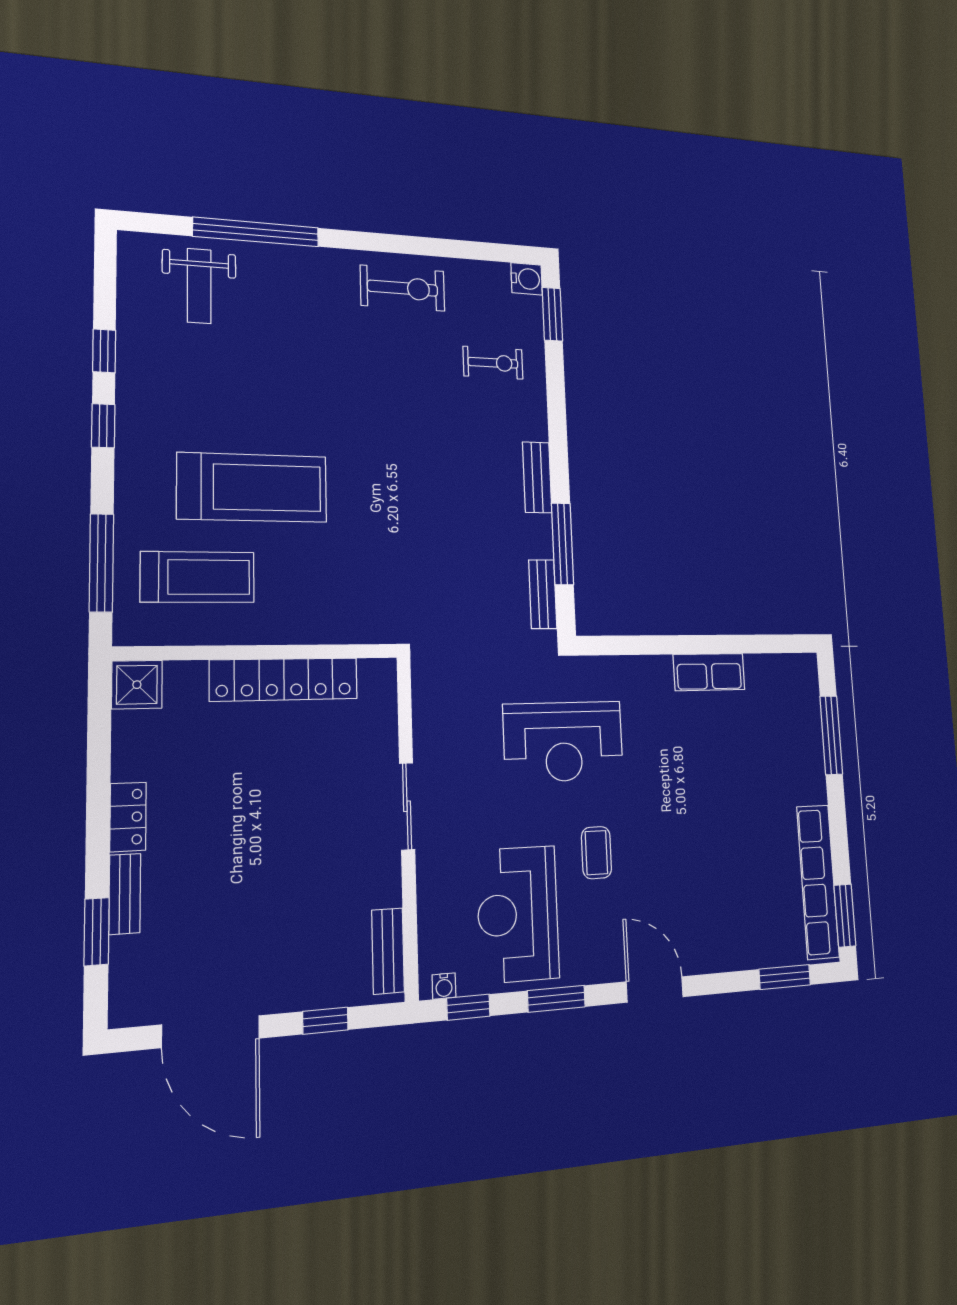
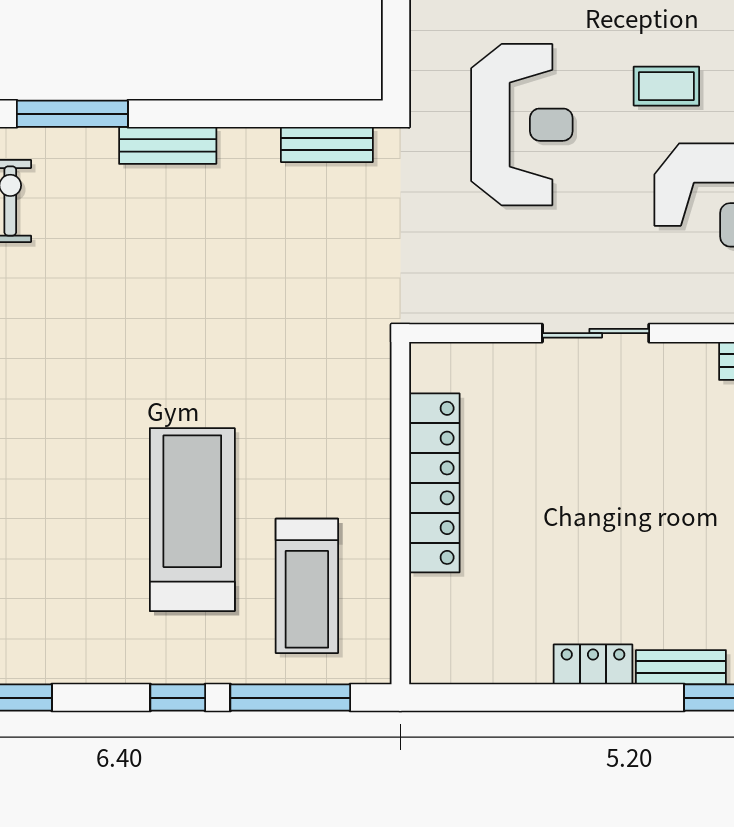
window: (103, 426) -> (178, 698), moved
window: (563, 544) -> (72, 114), moved
treadmill: (198, 577) -> (307, 586), turned 180
shower: (137, 685) -> (438, 656), removed

